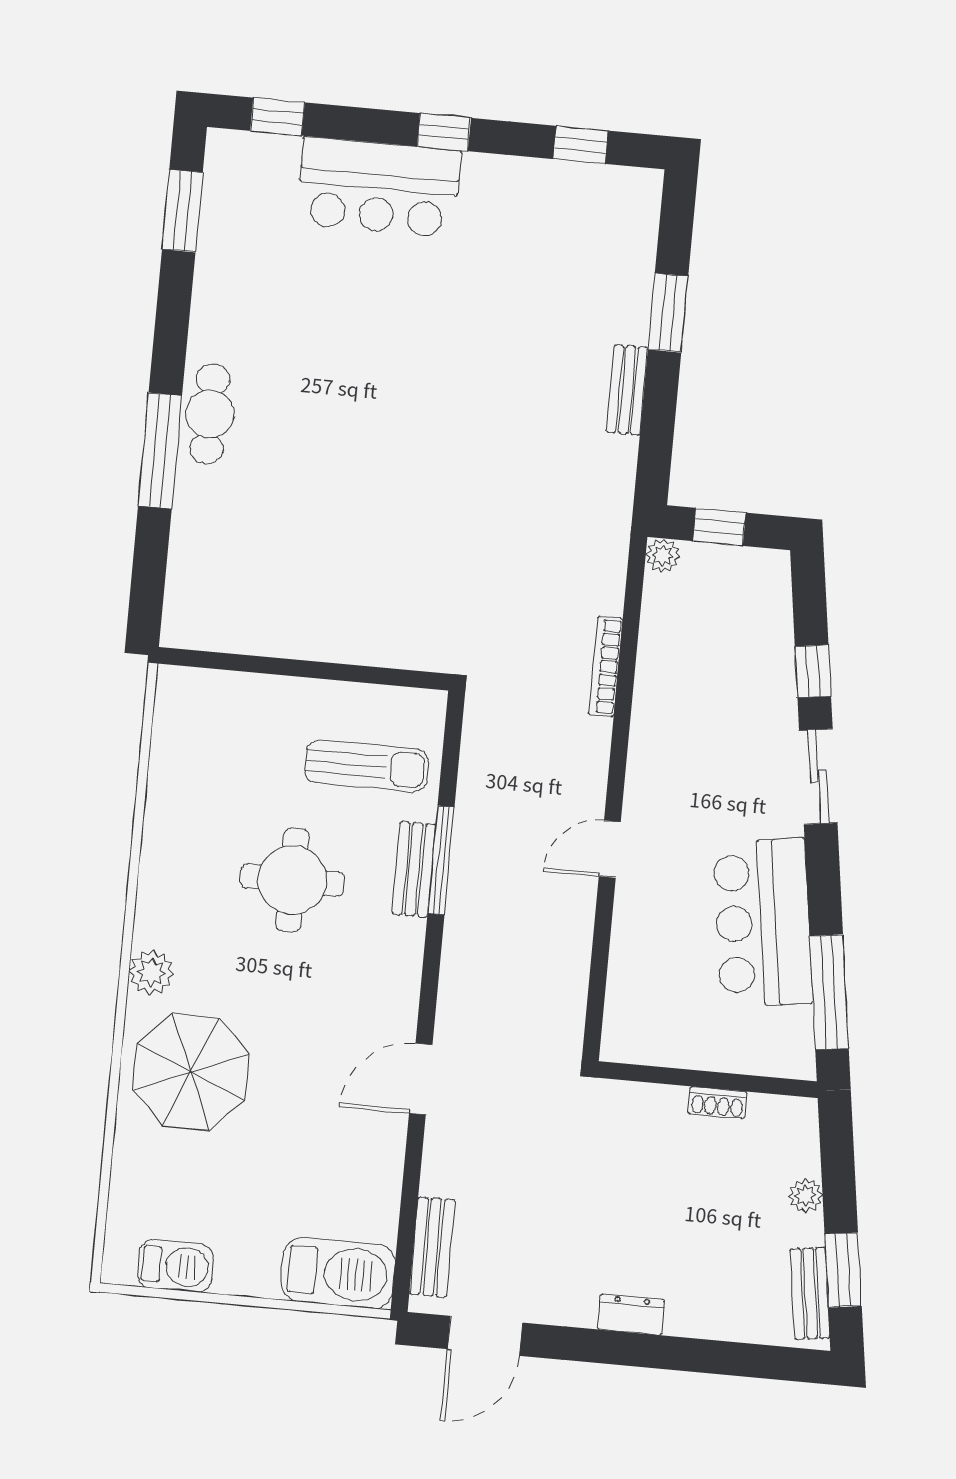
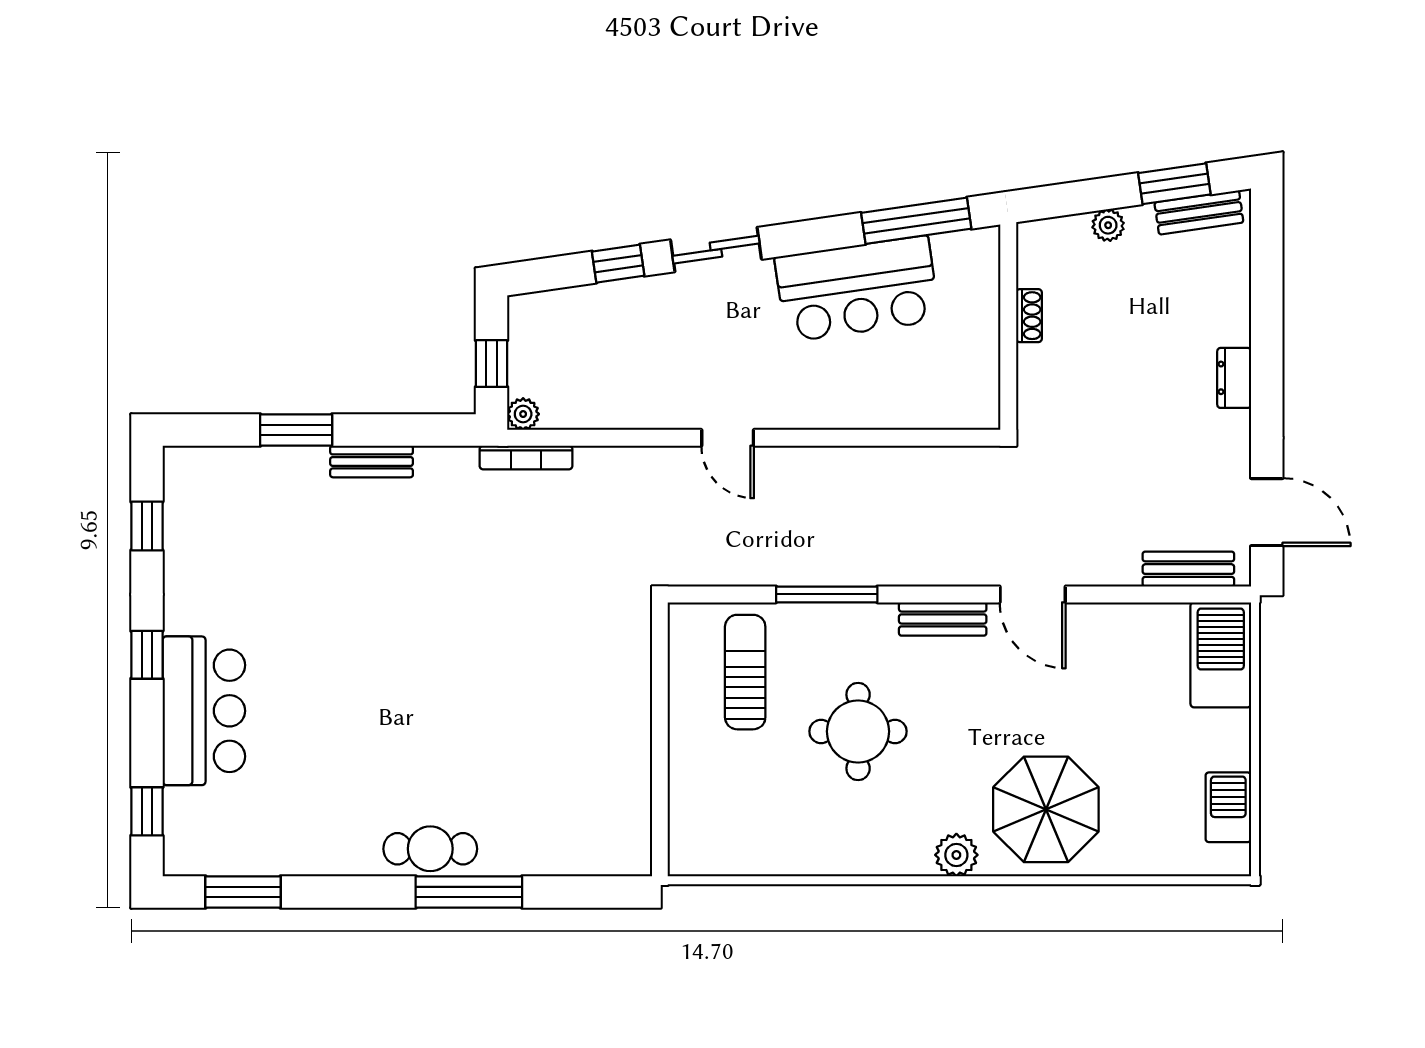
bookcase: (606, 666) -> (526, 458), moved
door: (610, 849) -> (728, 438), moved
bench: (414, 869) -> (943, 619), moved

